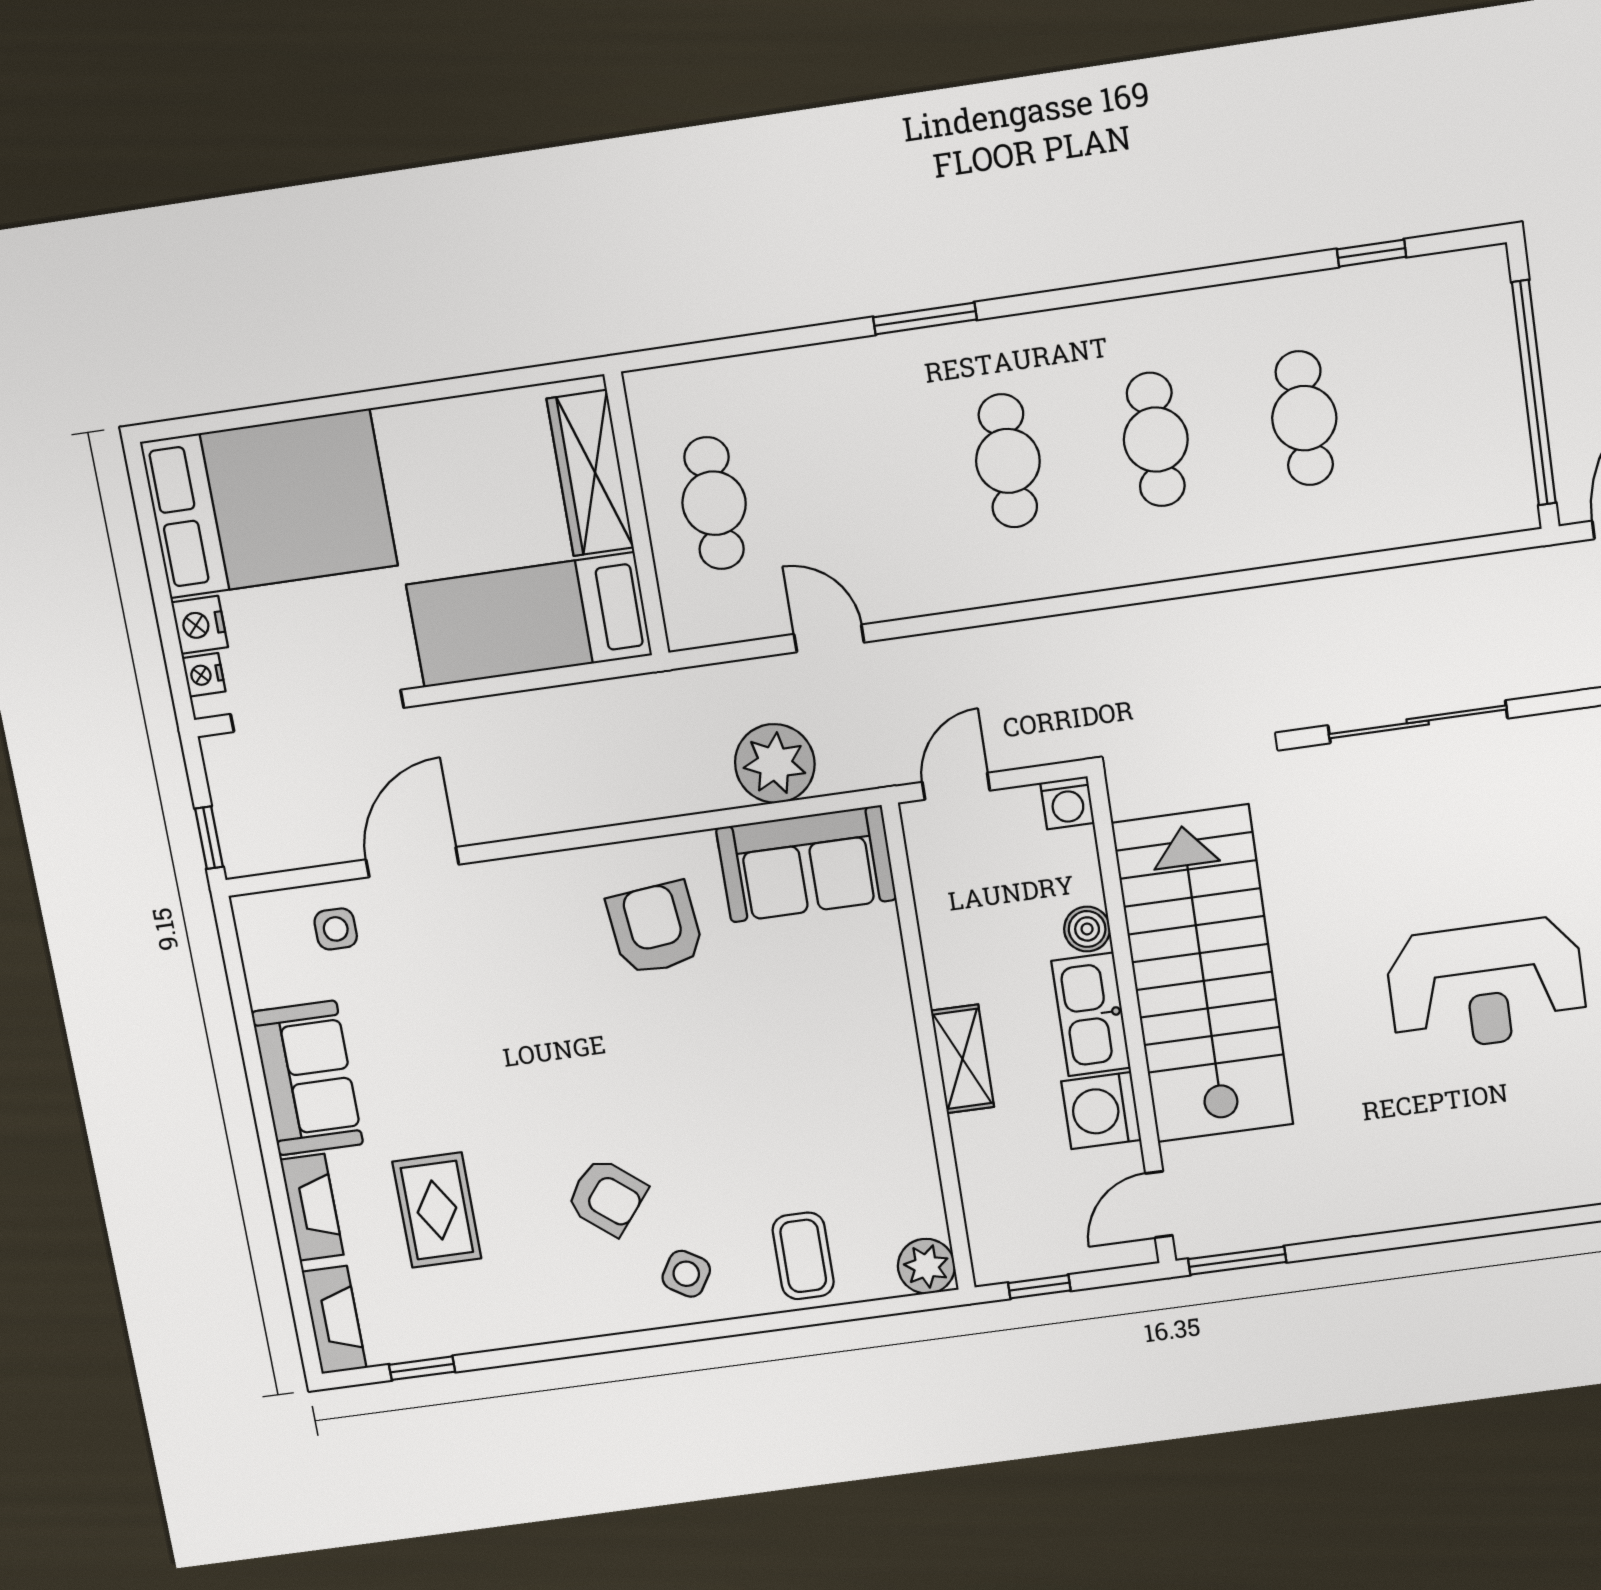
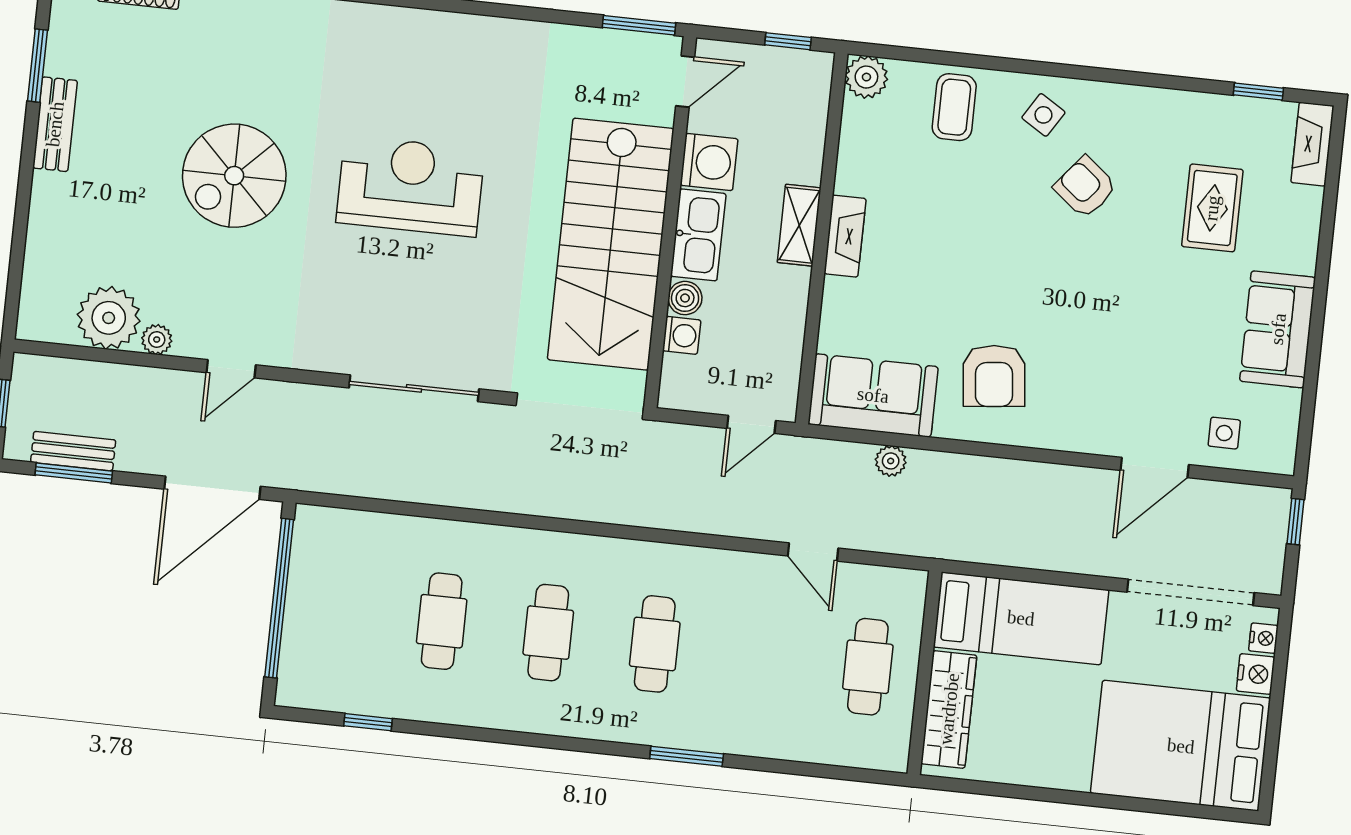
plant: (775, 763) -> (891, 461), width x0.53, depth x0.53
washing machine: (1067, 803) -> (682, 335), moved, turned 90
fireplace: (312, 1207) -> (845, 236), moved, turned 180

